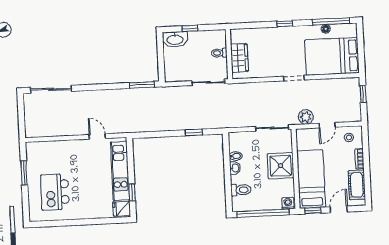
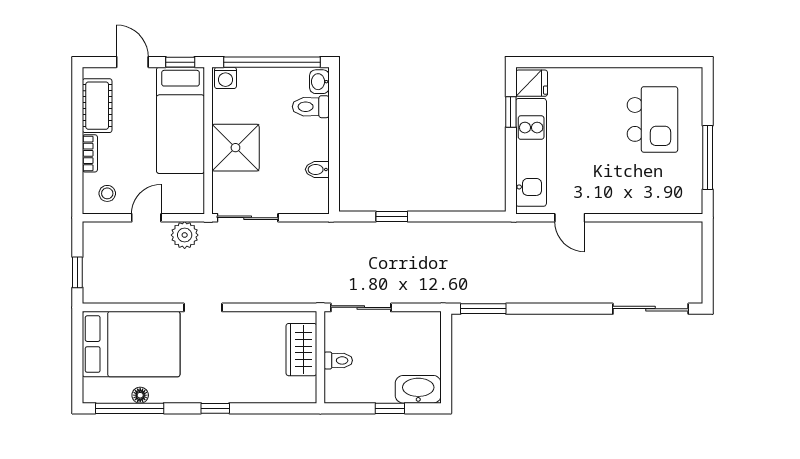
washbasin: (235, 168) -> (319, 82), moved
window: (24, 173) -> (708, 157), width x1.44
door: (339, 209) -> (132, 62), swing flipped

